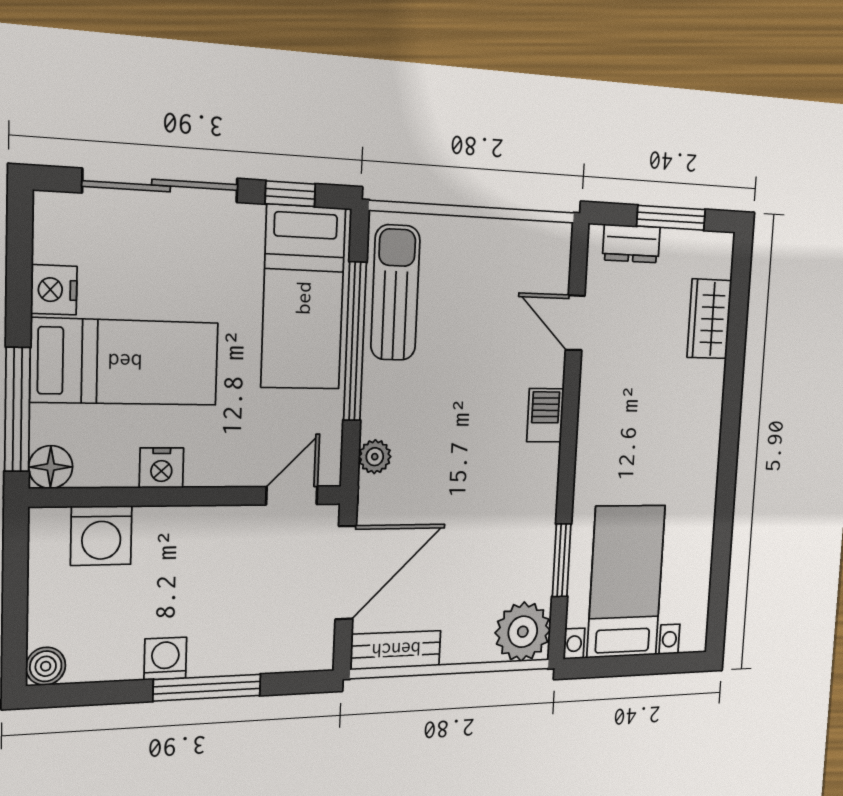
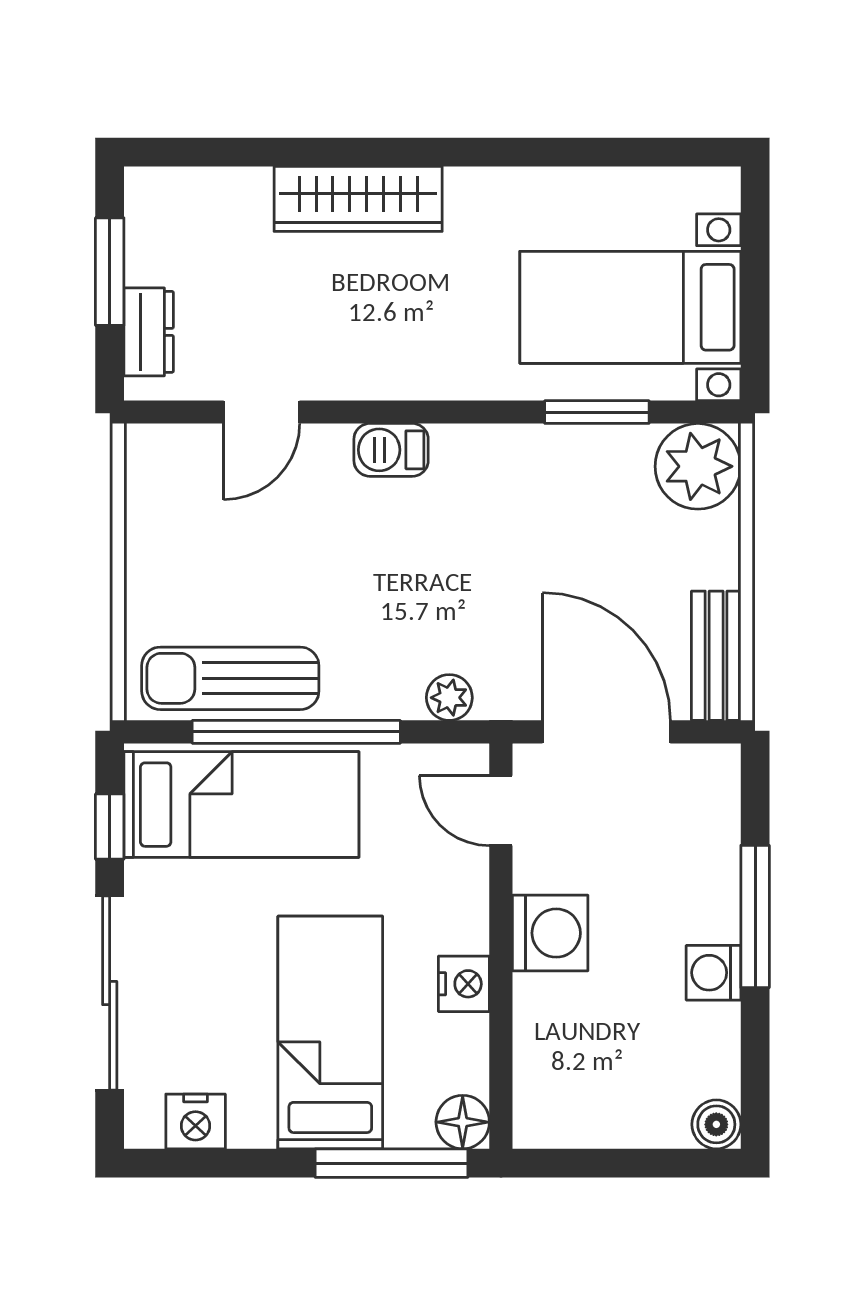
nightstand: (54, 290) -> (196, 1121), moved
wardrobe: (709, 319) -> (358, 199), moved, width x1.50
washing machine: (101, 535) -> (550, 933), moved

